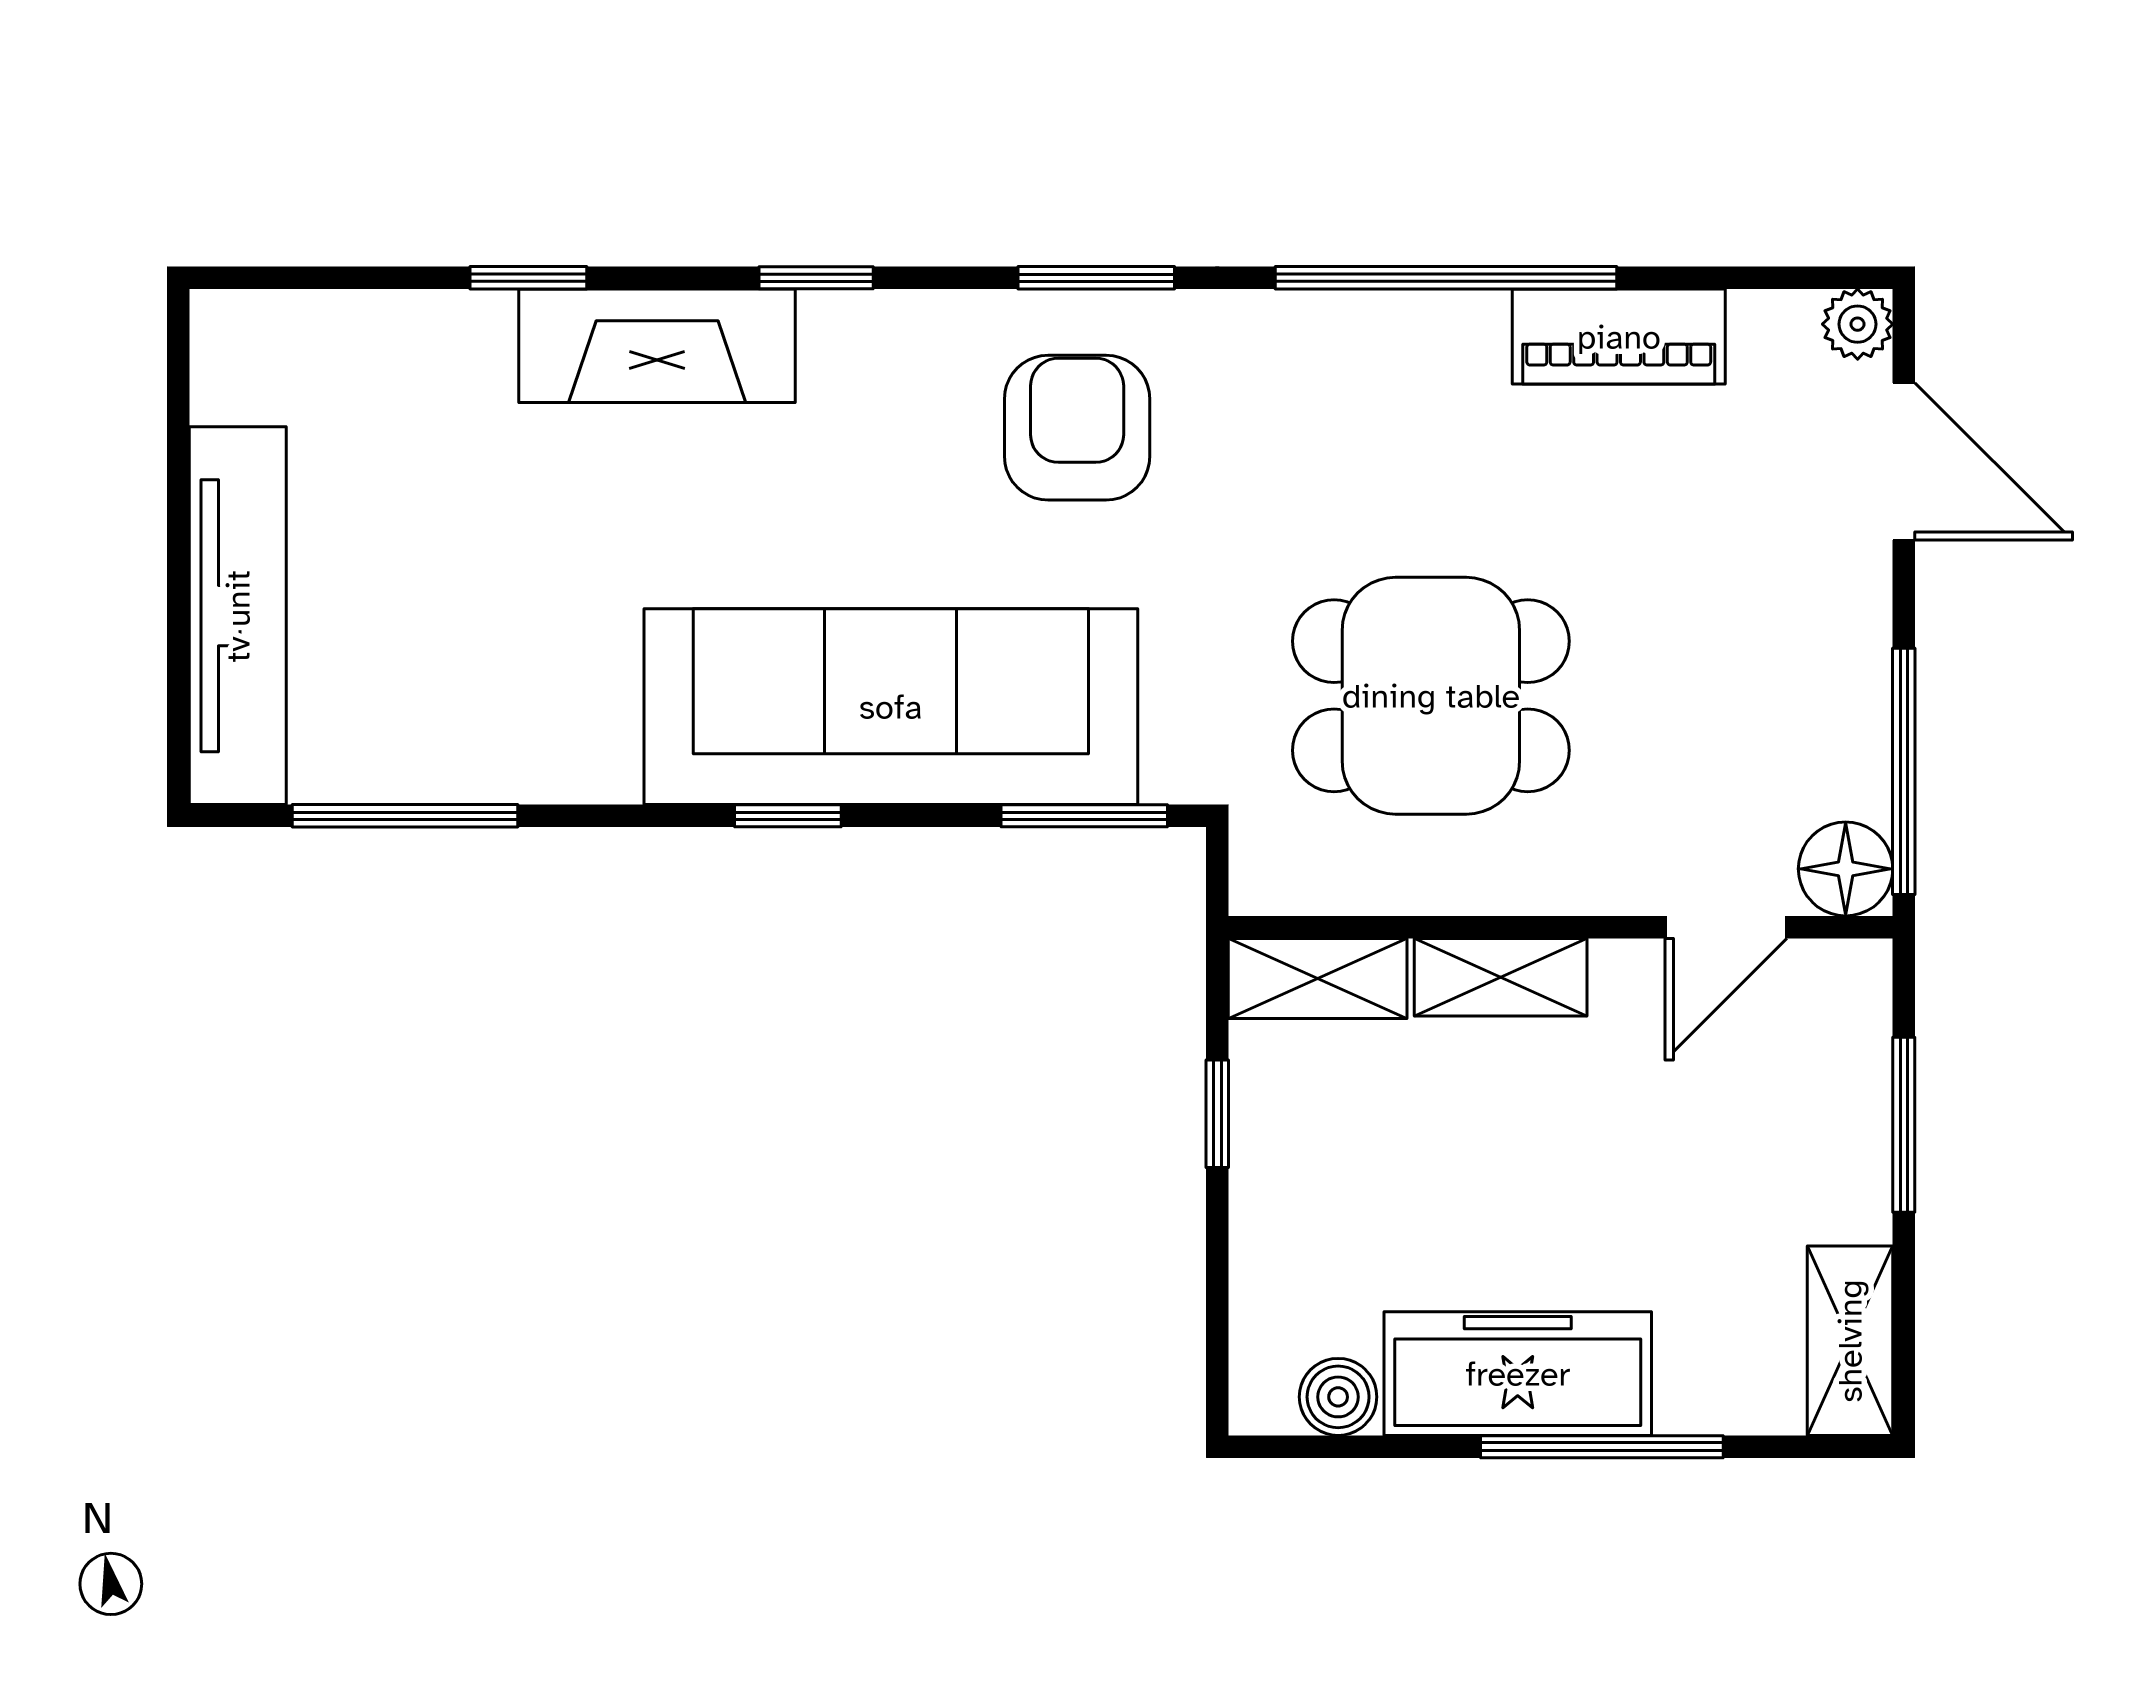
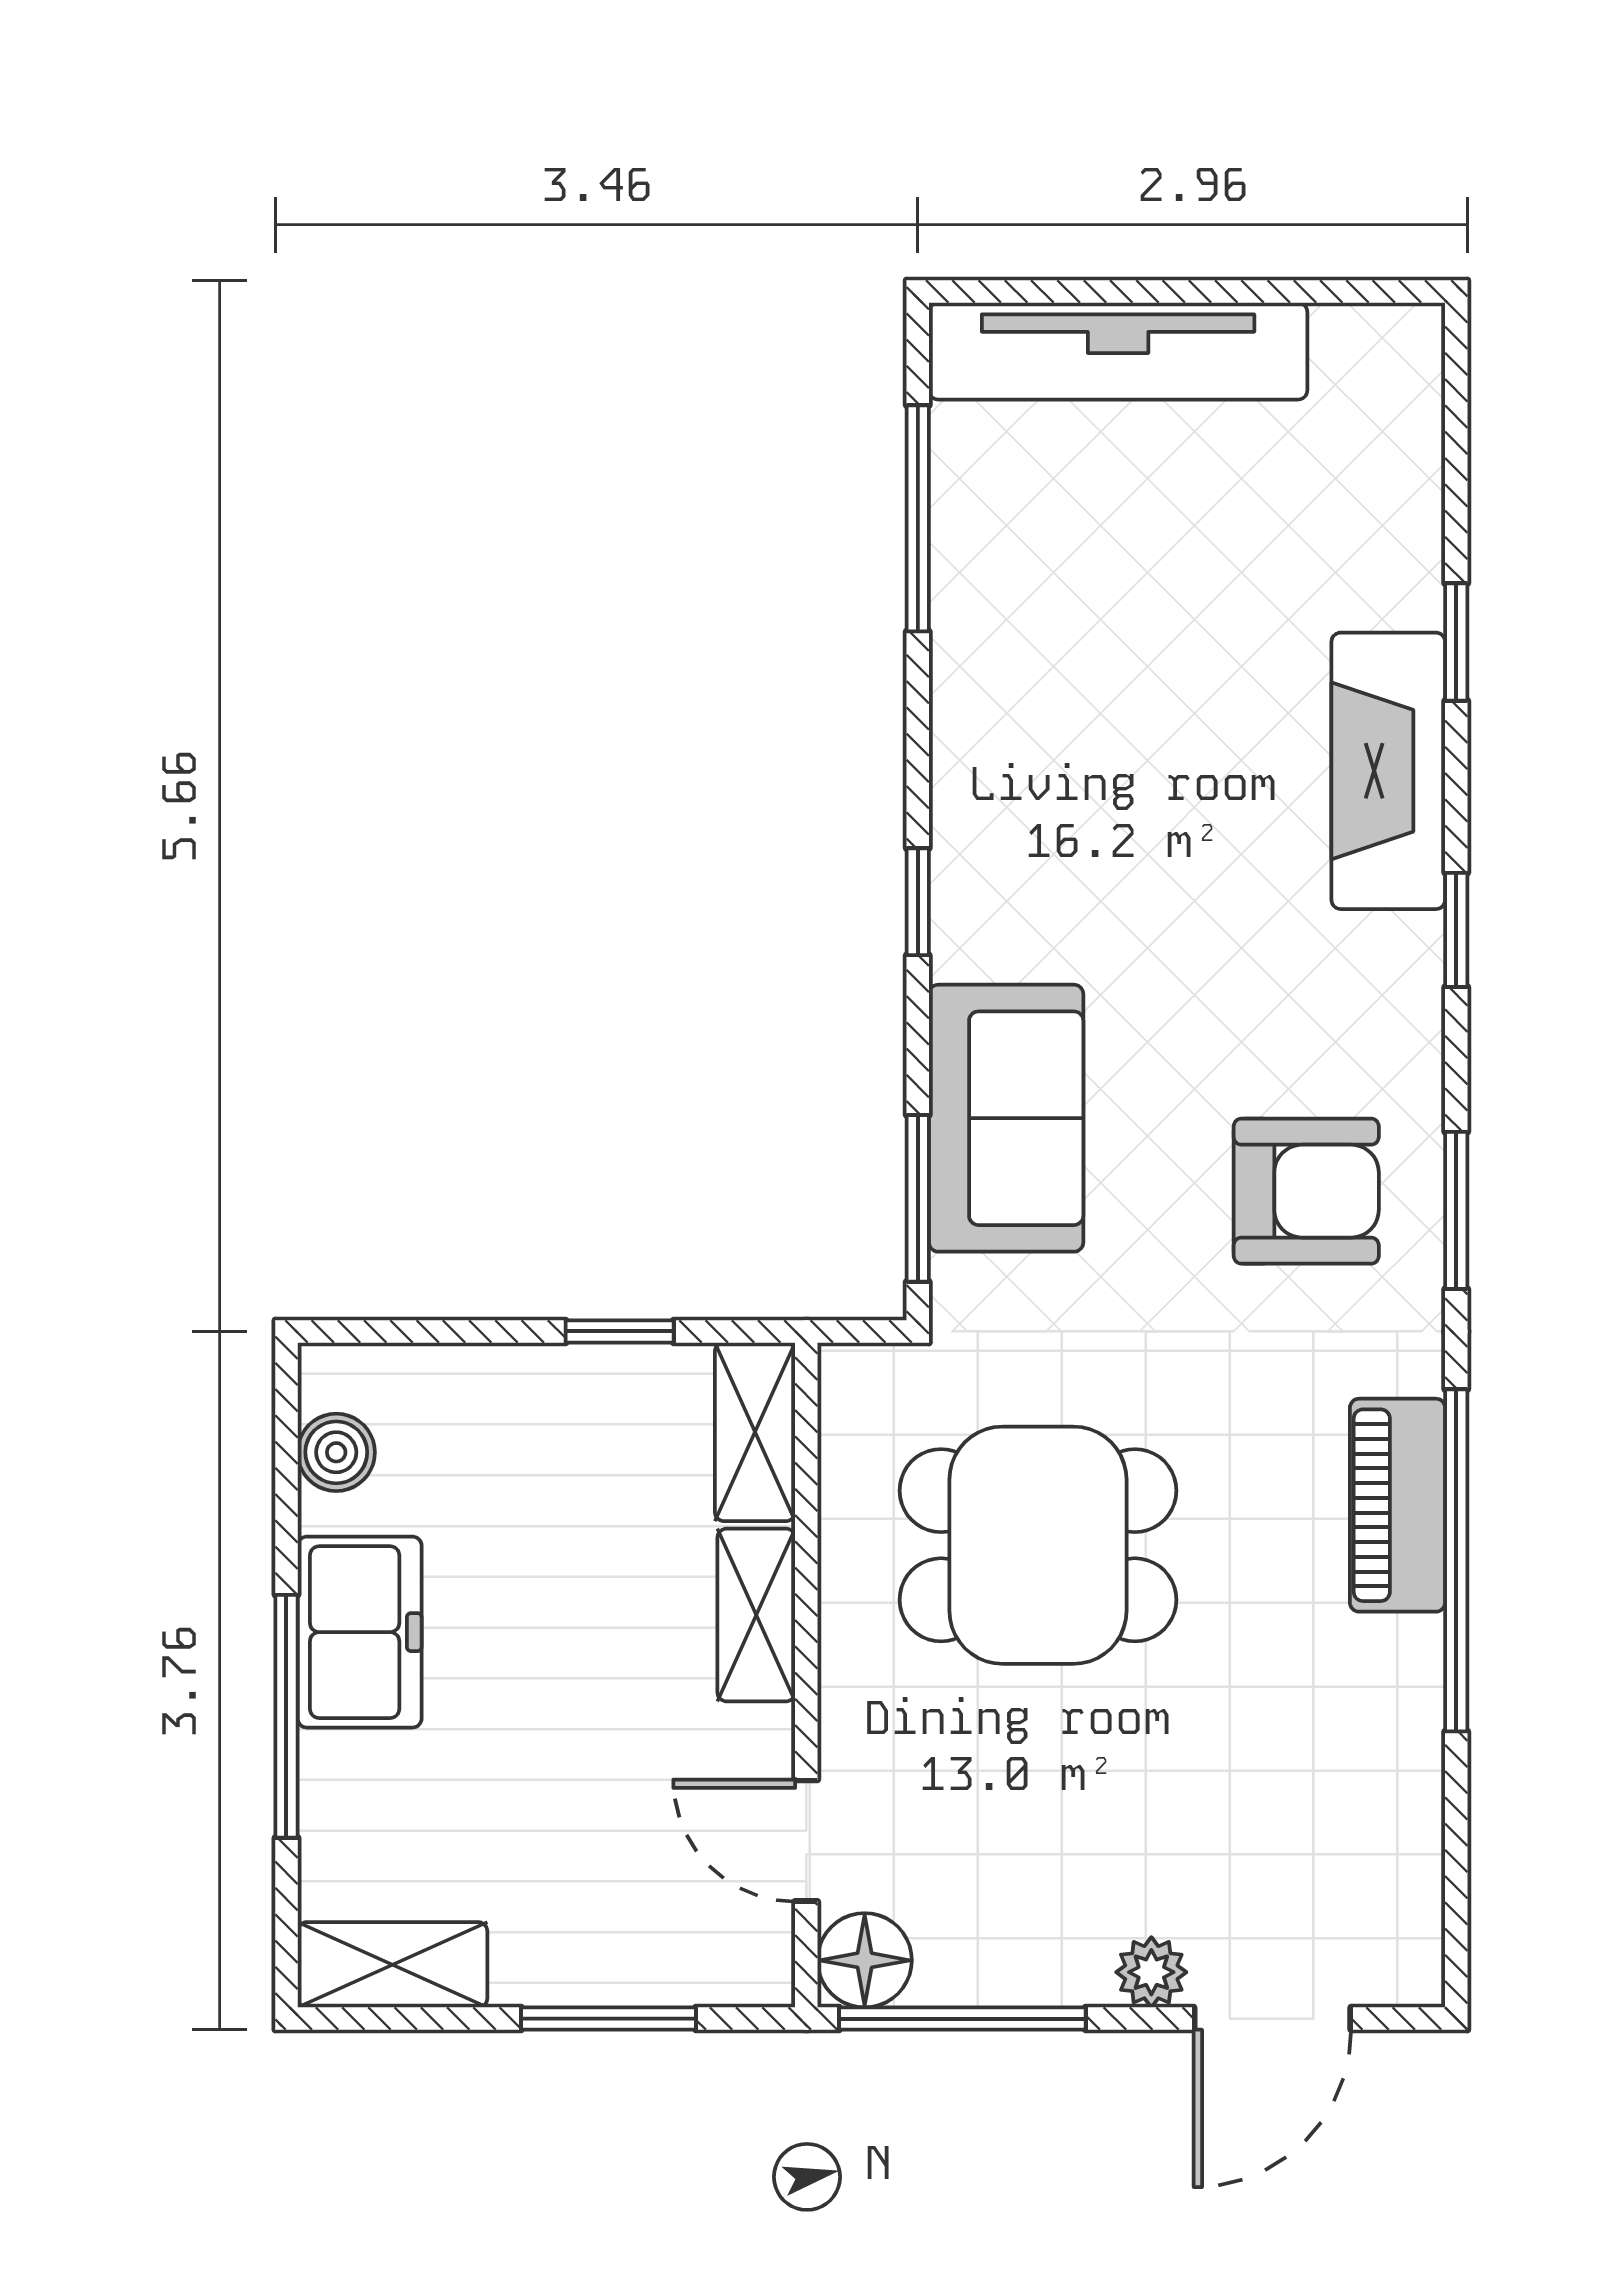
plant: (1858, 324) -> (1151, 1972), moved
piano: (1619, 337) -> (1397, 1505), moved
dining table: (1431, 696) -> (1038, 1545), turned 90
sofa: (891, 707) -> (1006, 1118), width x0.54, depth x0.79
freezer: (1518, 1374) -> (360, 1632), width x0.71

